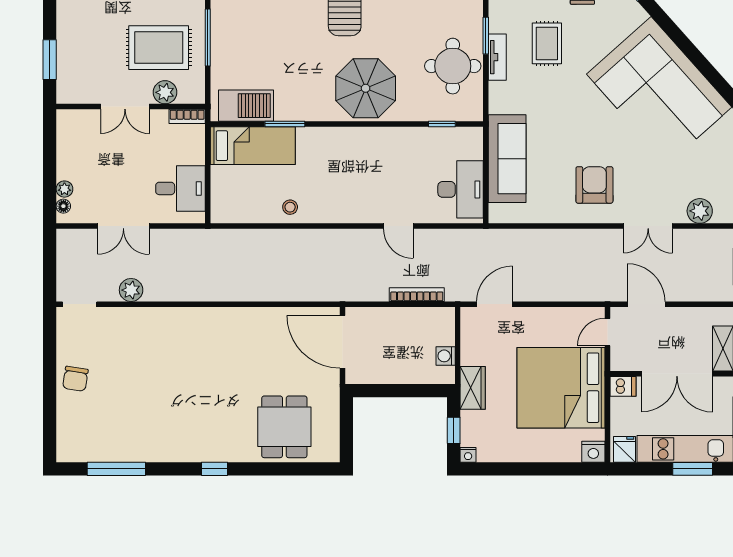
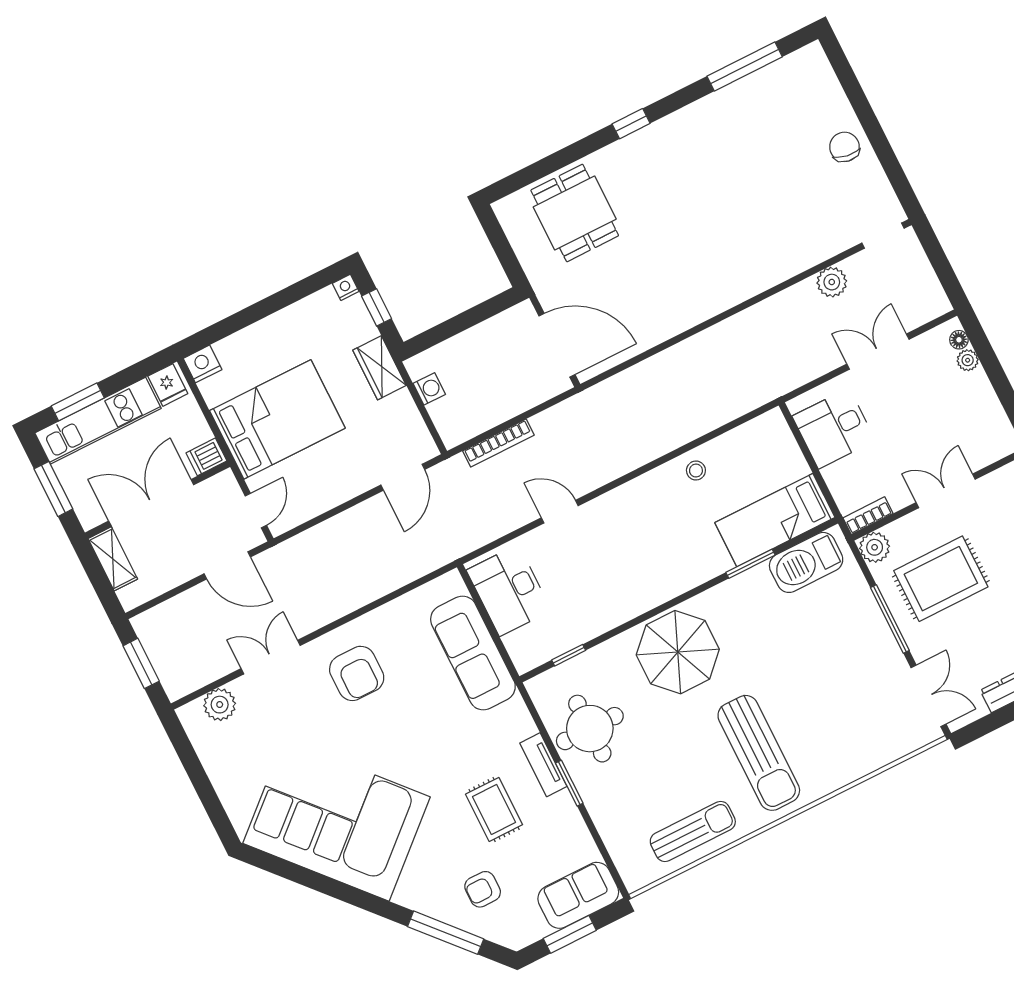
plant: (165, 92) -> (875, 547), moved
bed: (561, 388) -> (277, 419), width x0.73

